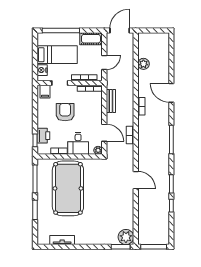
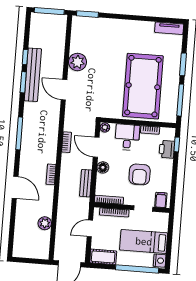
nightstand: (42, 70) -> (160, 261), moved
floor lamp: (97, 116) -> (103, 167), added
bench: (164, 191) -> (33, 75), added
plant: (126, 237) -> (78, 62), moved
tv unit: (62, 240) -> (169, 28), moved

